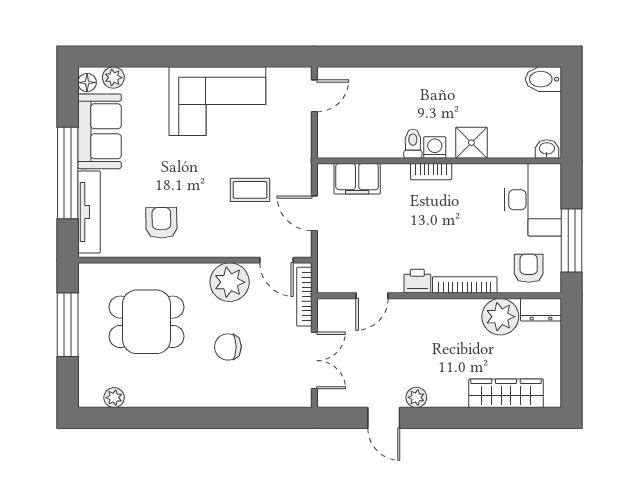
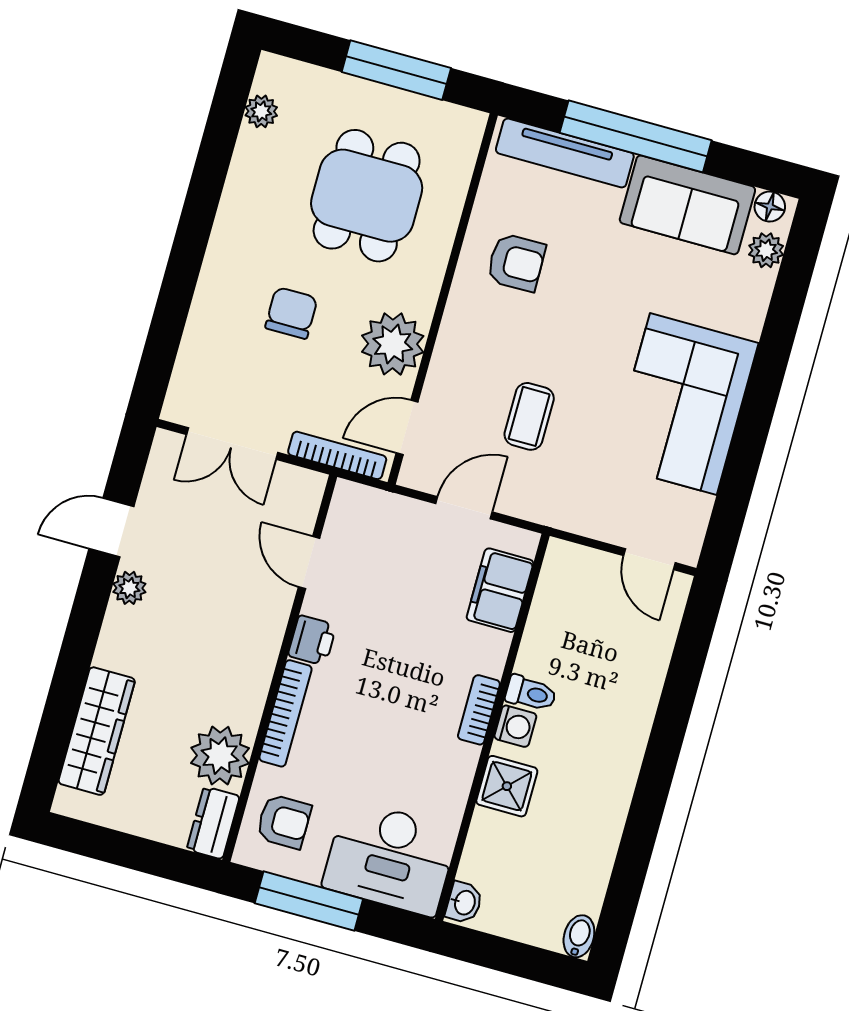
bidet: (543, 79) -> (579, 936), width x0.72, depth x0.74

